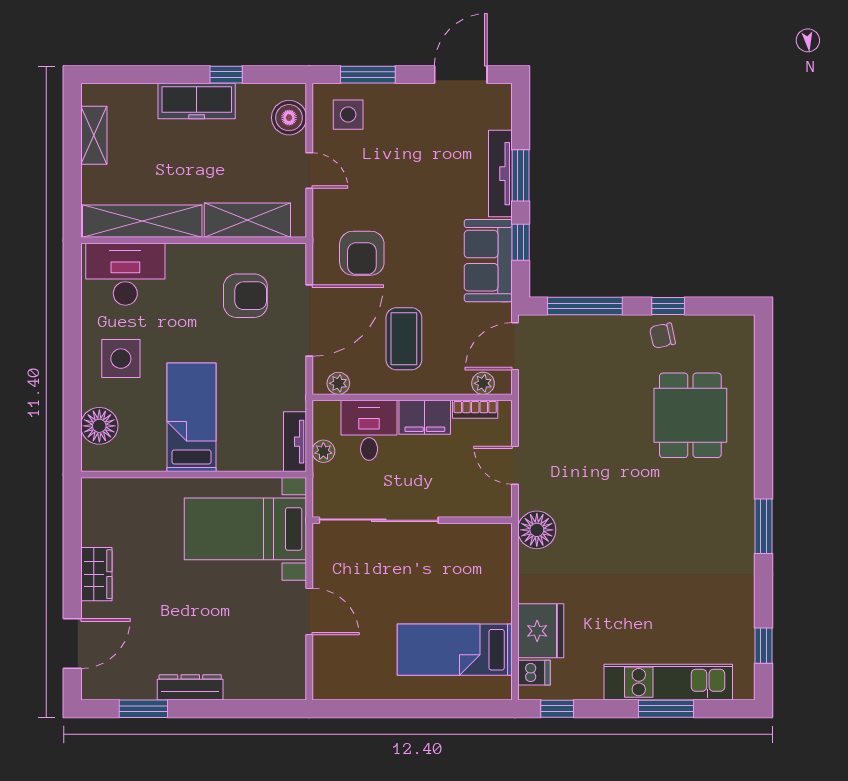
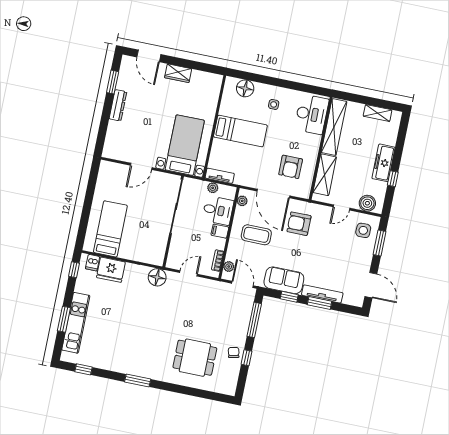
side table: (121, 359) -> (274, 104), width x0.54, depth x0.54
filing cabinet: (425, 417) -> (220, 231), width x0.50

